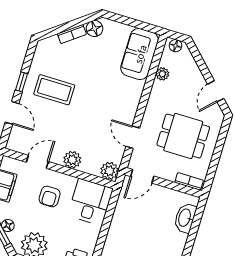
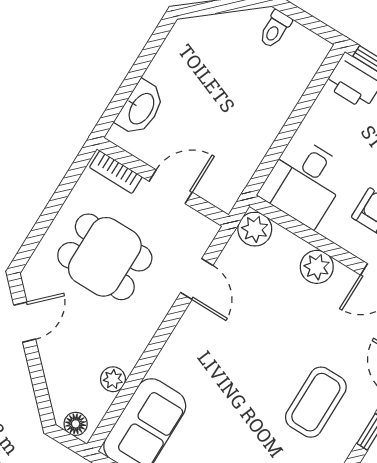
coffee table: (54, 90) -> (316, 402), turned 90
door: (142, 176) -> (171, 187), moved

